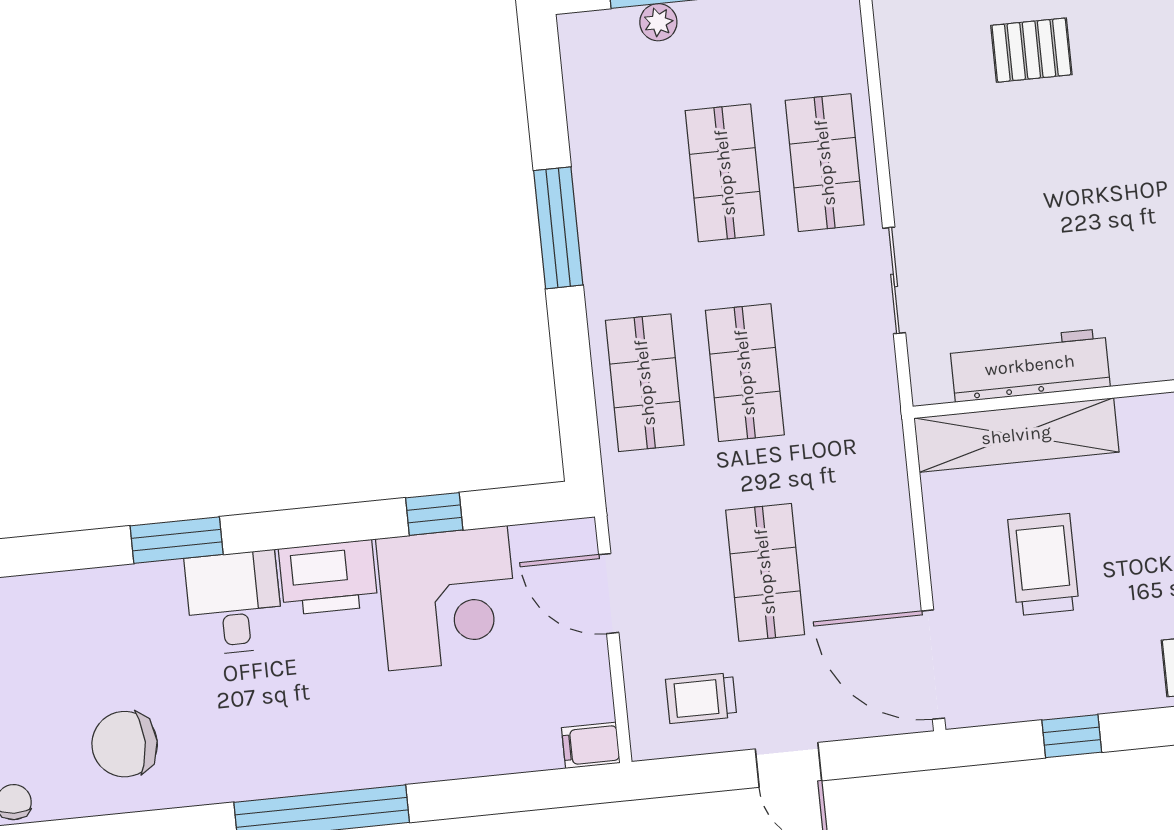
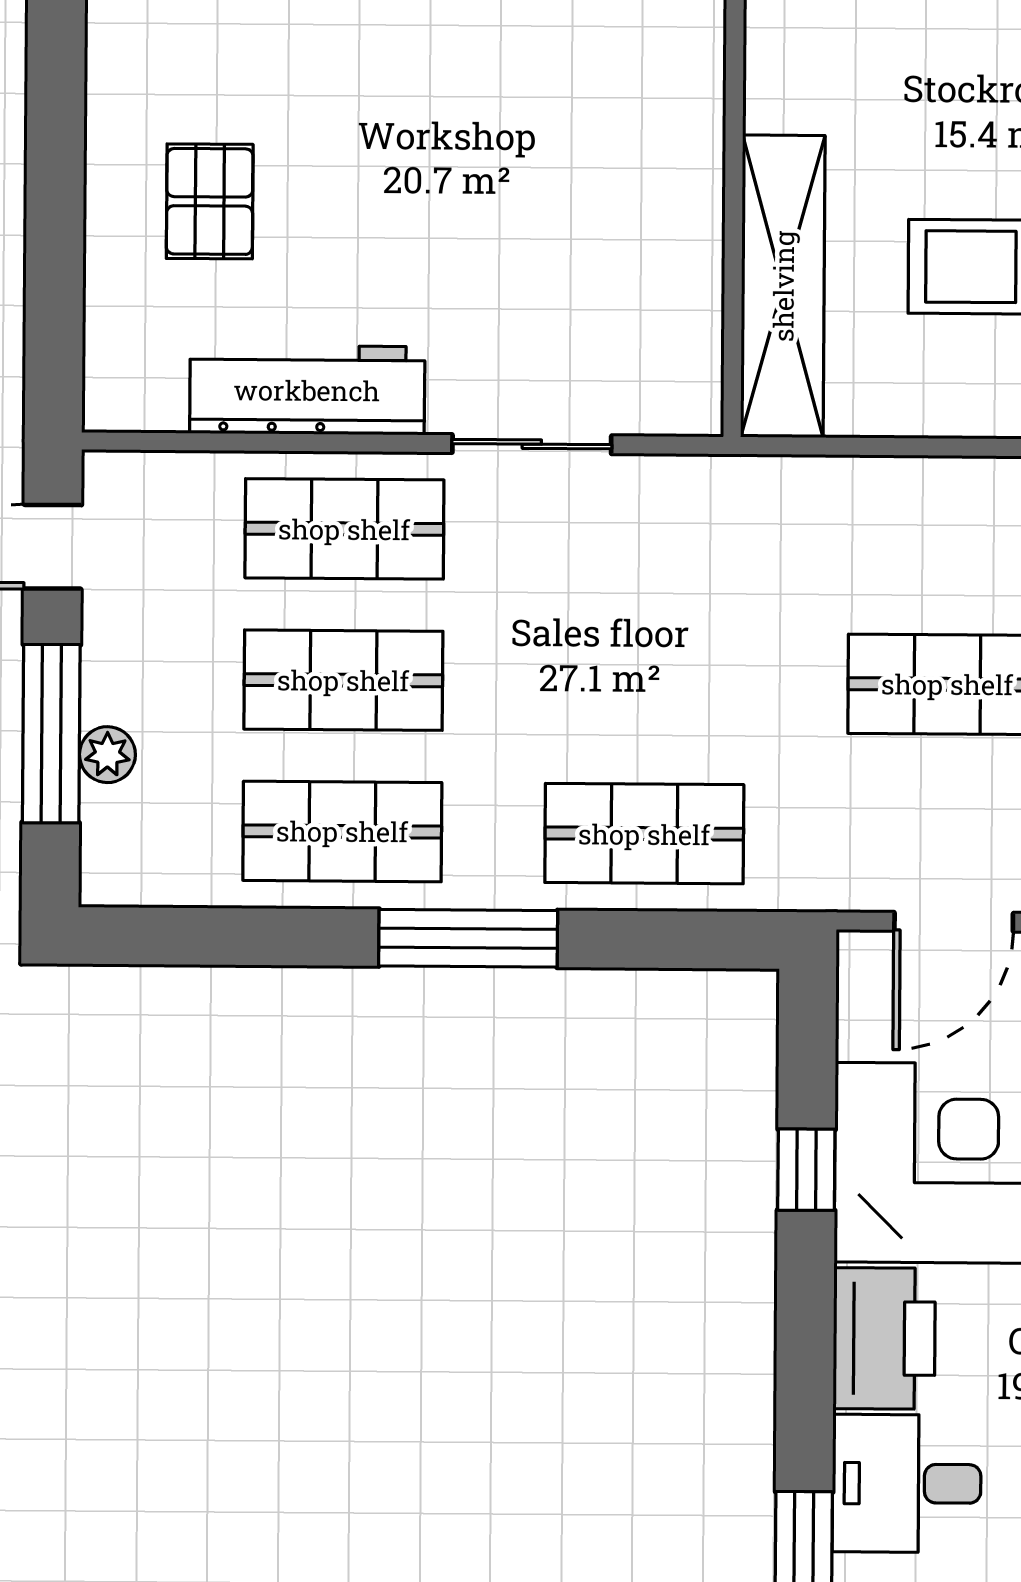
window: (558, 228) -> (468, 938), moved
workbench: (1030, 365) -> (307, 390), moved, turned 90
shop shelf: (745, 373) -> (342, 831), moved

